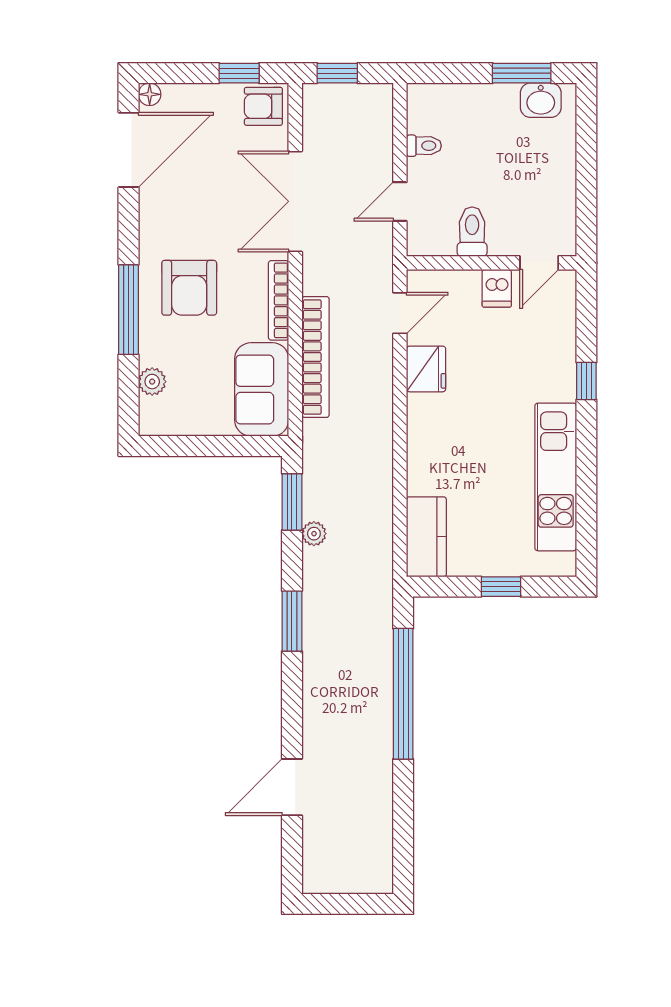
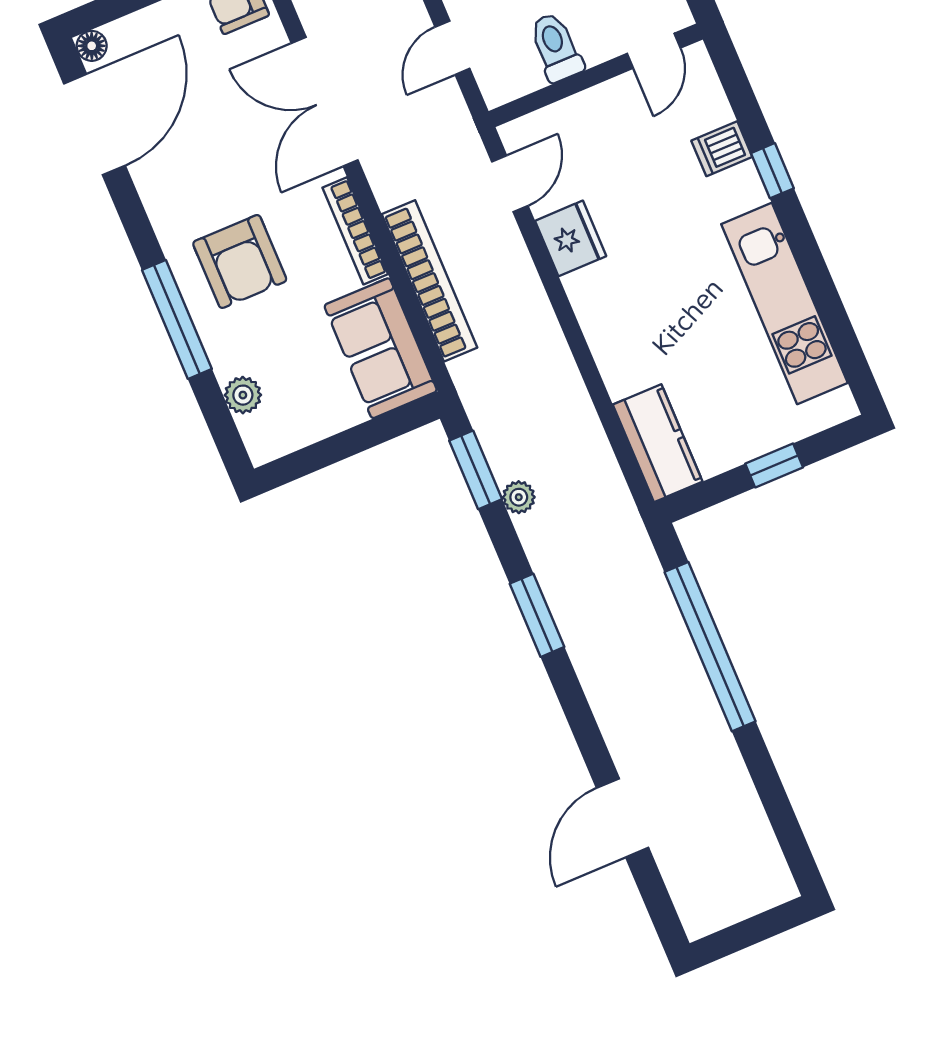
dishwasher: (497, 288) -> (722, 149), moved, turned 90

